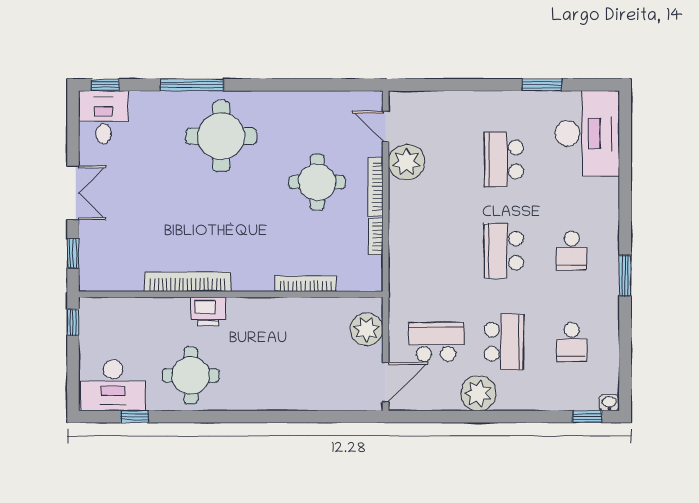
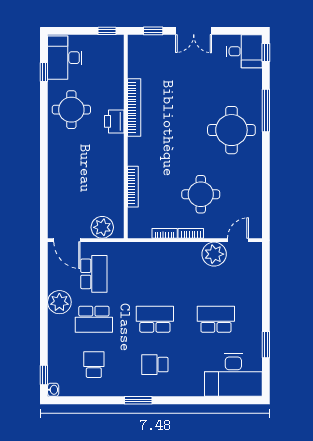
bookcase: (375, 187) -> (191, 233), width x0.64
school desk: (572, 342) -> (94, 365), turned 90

